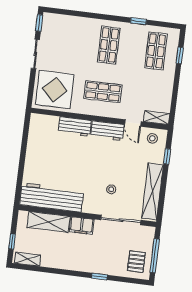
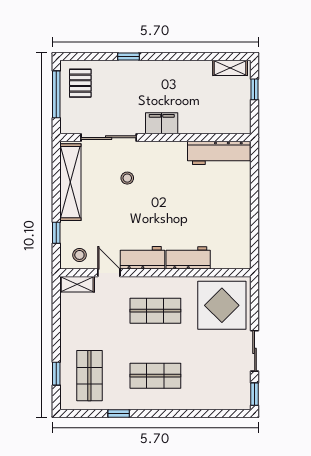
shop shelf: (109, 45) -> (155, 376), turned 90
workbench: (52, 197) -> (219, 153), width x0.73, depth x0.76
shelving: (49, 222) -> (208, 123), removed

